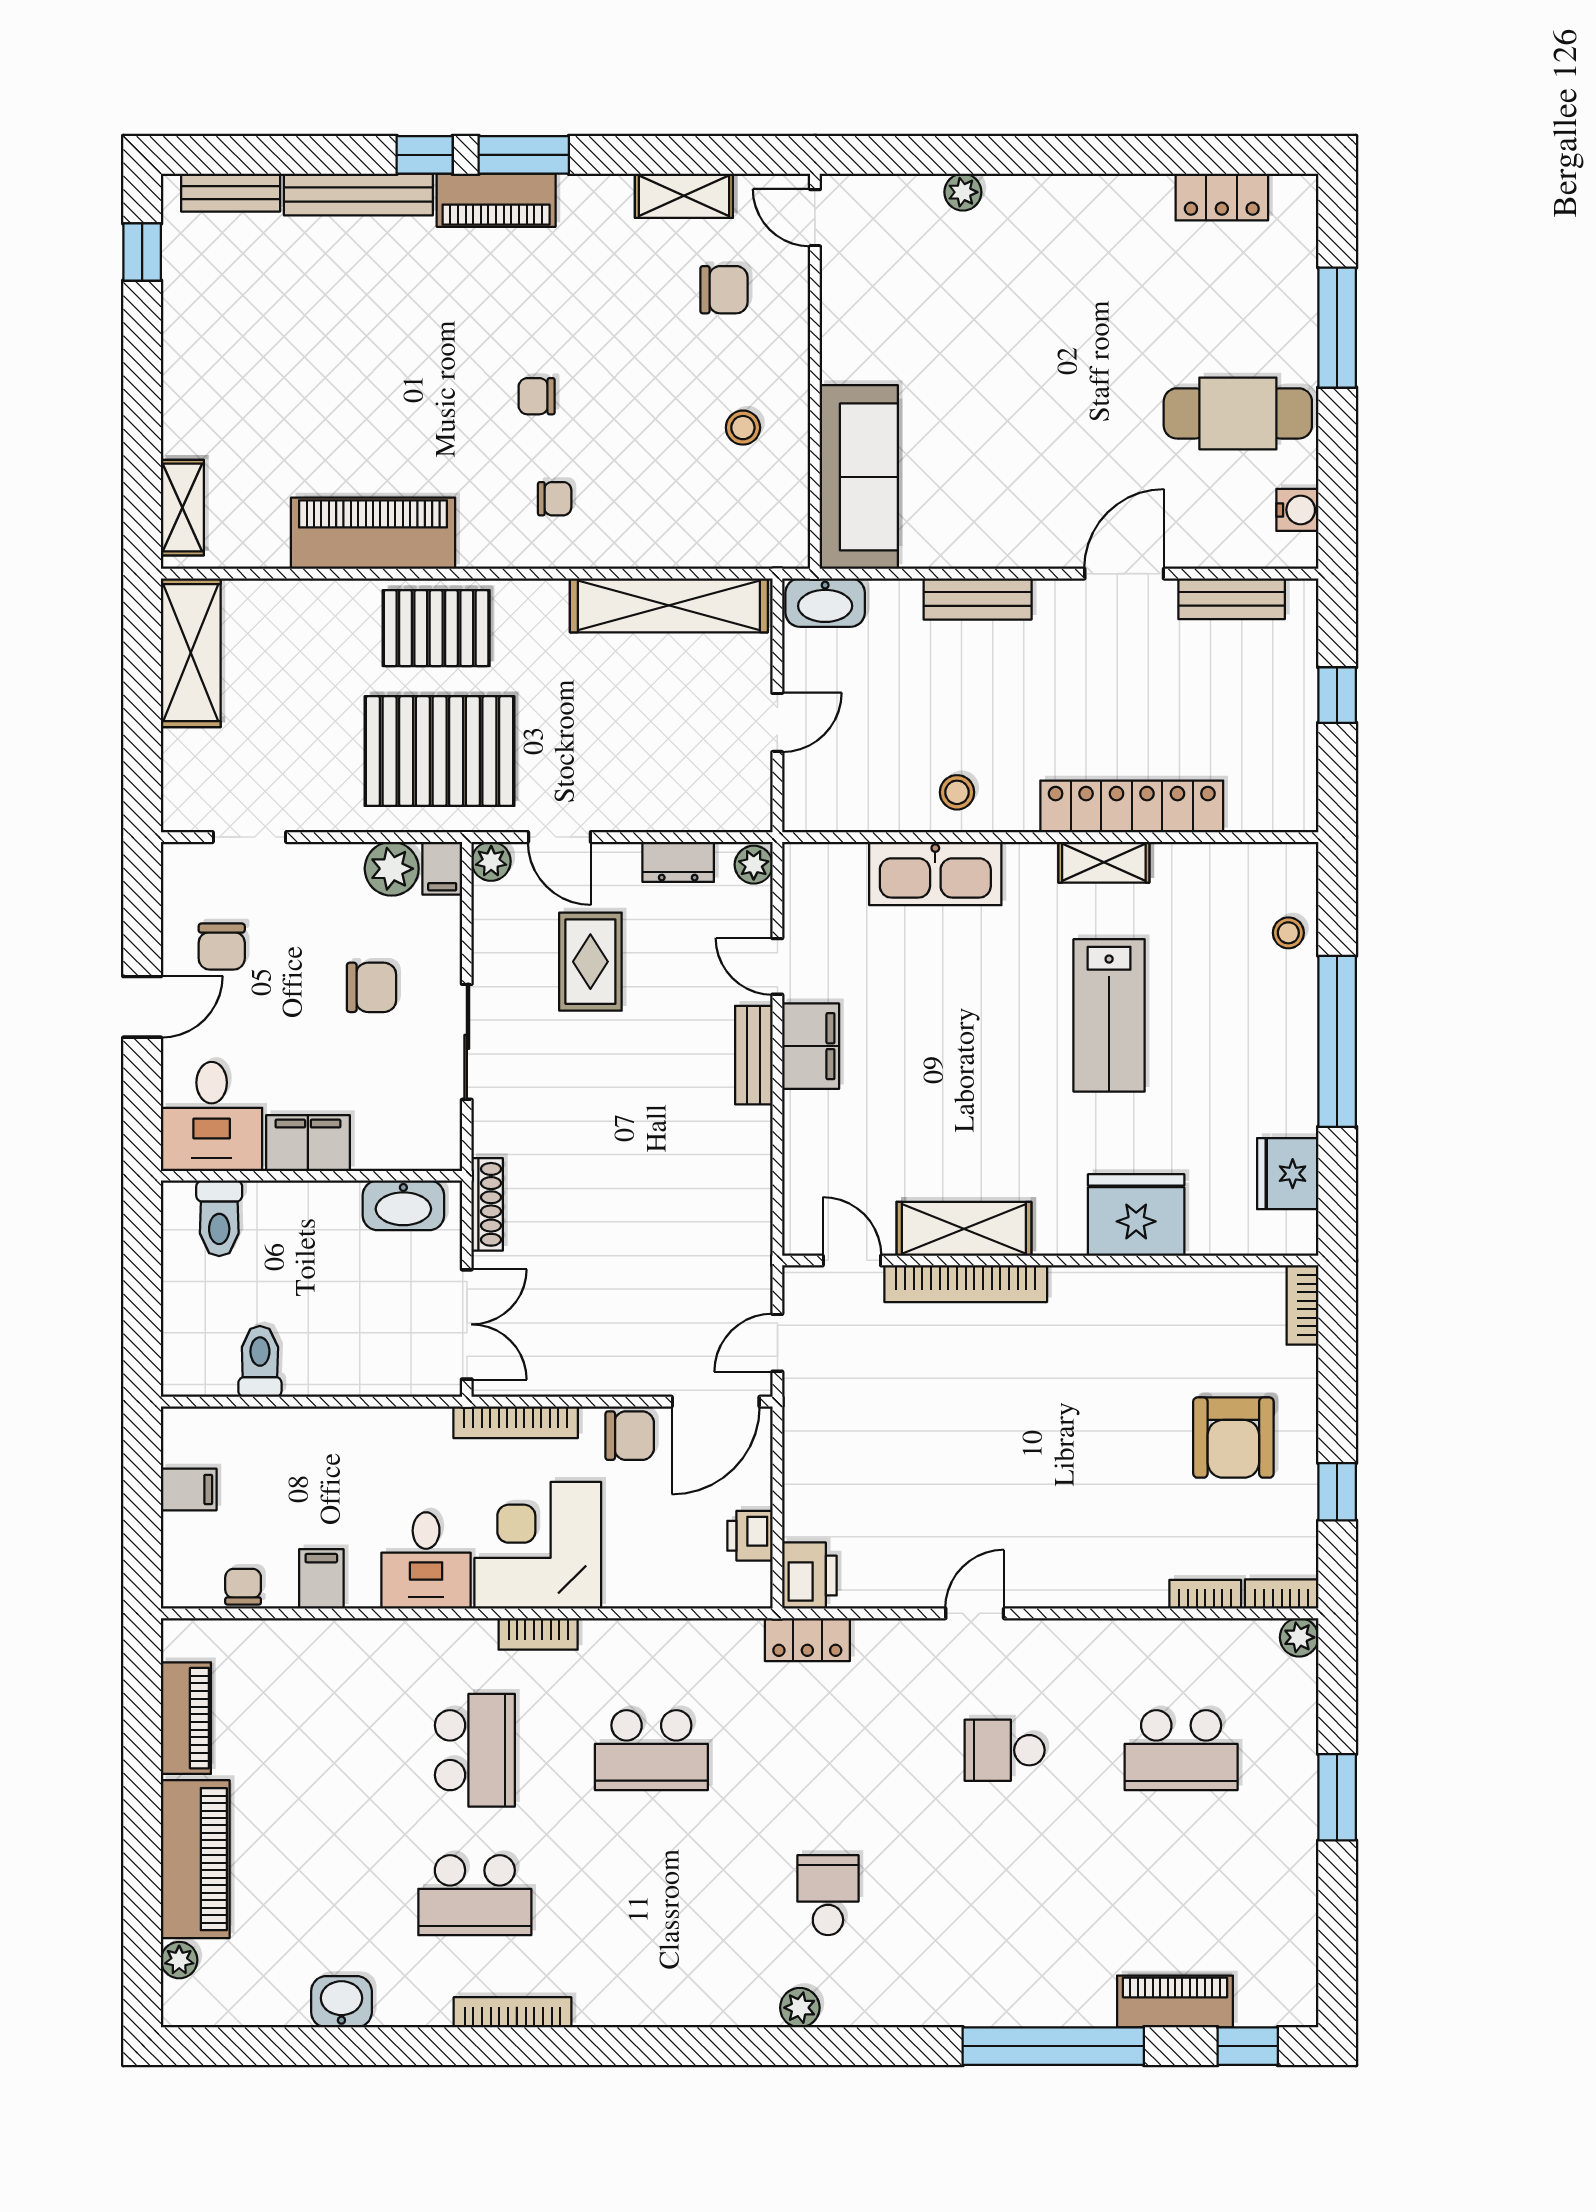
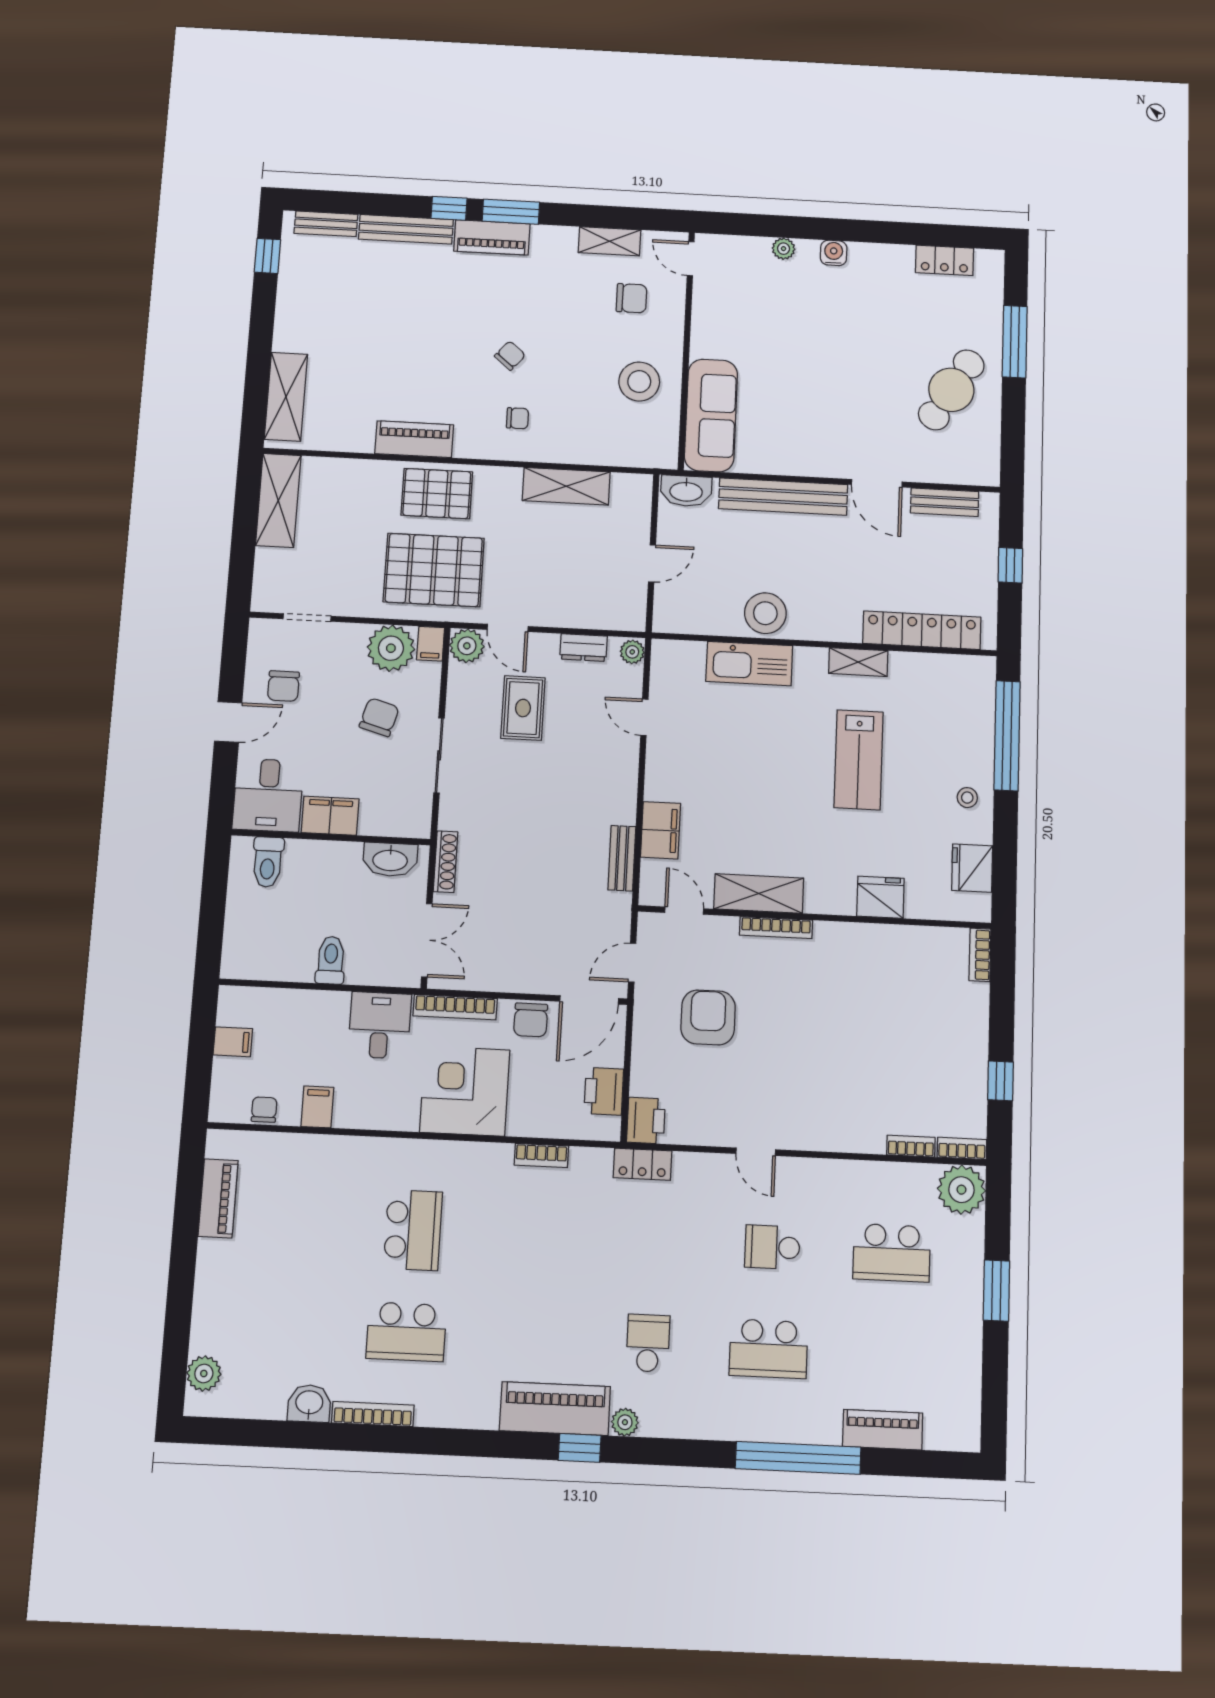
chair: (537, 396) -> (510, 356), turned 130
cafe table: (1238, 413) -> (951, 390), turned -59
stool: (743, 428) -> (639, 382), width x1.89, depth x1.89
shelving: (182, 508) -> (286, 397), width x1.50, depth x1.33
water cooler: (1297, 510) -> (834, 253), moved, turned -90
piano: (373, 533) -> (414, 439), width x0.73, depth x0.75
door: (1124, 574) -> (877, 483), swing flipped
bench: (978, 599) -> (783, 497), width x1.86, depth x1.21
shelving: (669, 605) -> (566, 486), width x0.68
stool: (957, 792) -> (765, 613), width x1.89, depth x1.89
locker: (1132, 806) -> (922, 630), moved
plant: (491, 861) -> (467, 646), width x1.38, depth x1.38
plant: (392, 869) -> (391, 648), width x1.36, depth x1.36
stool: (1288, 933) -> (967, 798), moved
chair: (371, 987) -> (379, 717), turned -74
window: (1337, 1041) -> (1007, 736), moved
filing cabinet: (811, 1046) -> (661, 830), moved
bench: (754, 1055) -> (622, 858), moved
fridge: (1136, 1215) -> (880, 897), width x0.73, depth x0.75
bookcase: (966, 1284) -> (776, 928), width x0.68, depth x0.76
toilet: (260, 1361) -> (331, 960), moved
chair: (630, 1436) -> (531, 1020), turned 90
armchair: (1233, 1438) -> (708, 1017), moved, turned 180
printer: (750, 1536) -> (604, 1091), width x1.36, depth x1.24
desk: (426, 1560) -> (380, 1025), moved, turned 180
door: (975, 1613) -> (756, 1152), swing flipped
bookcase: (538, 1634) -> (541, 1156), moved
plant: (1299, 1637) -> (961, 1190), width x1.88, depth x1.88
school desk: (651, 1750) -> (769, 1349), moved
piano: (195, 1859) -> (555, 1409), moved, turned -90
plant: (179, 1960) -> (204, 1373), width x1.38, depth x1.38
bookcase: (512, 2012) -> (373, 1414), moved
window: (1248, 2046) -> (580, 1448), moved

